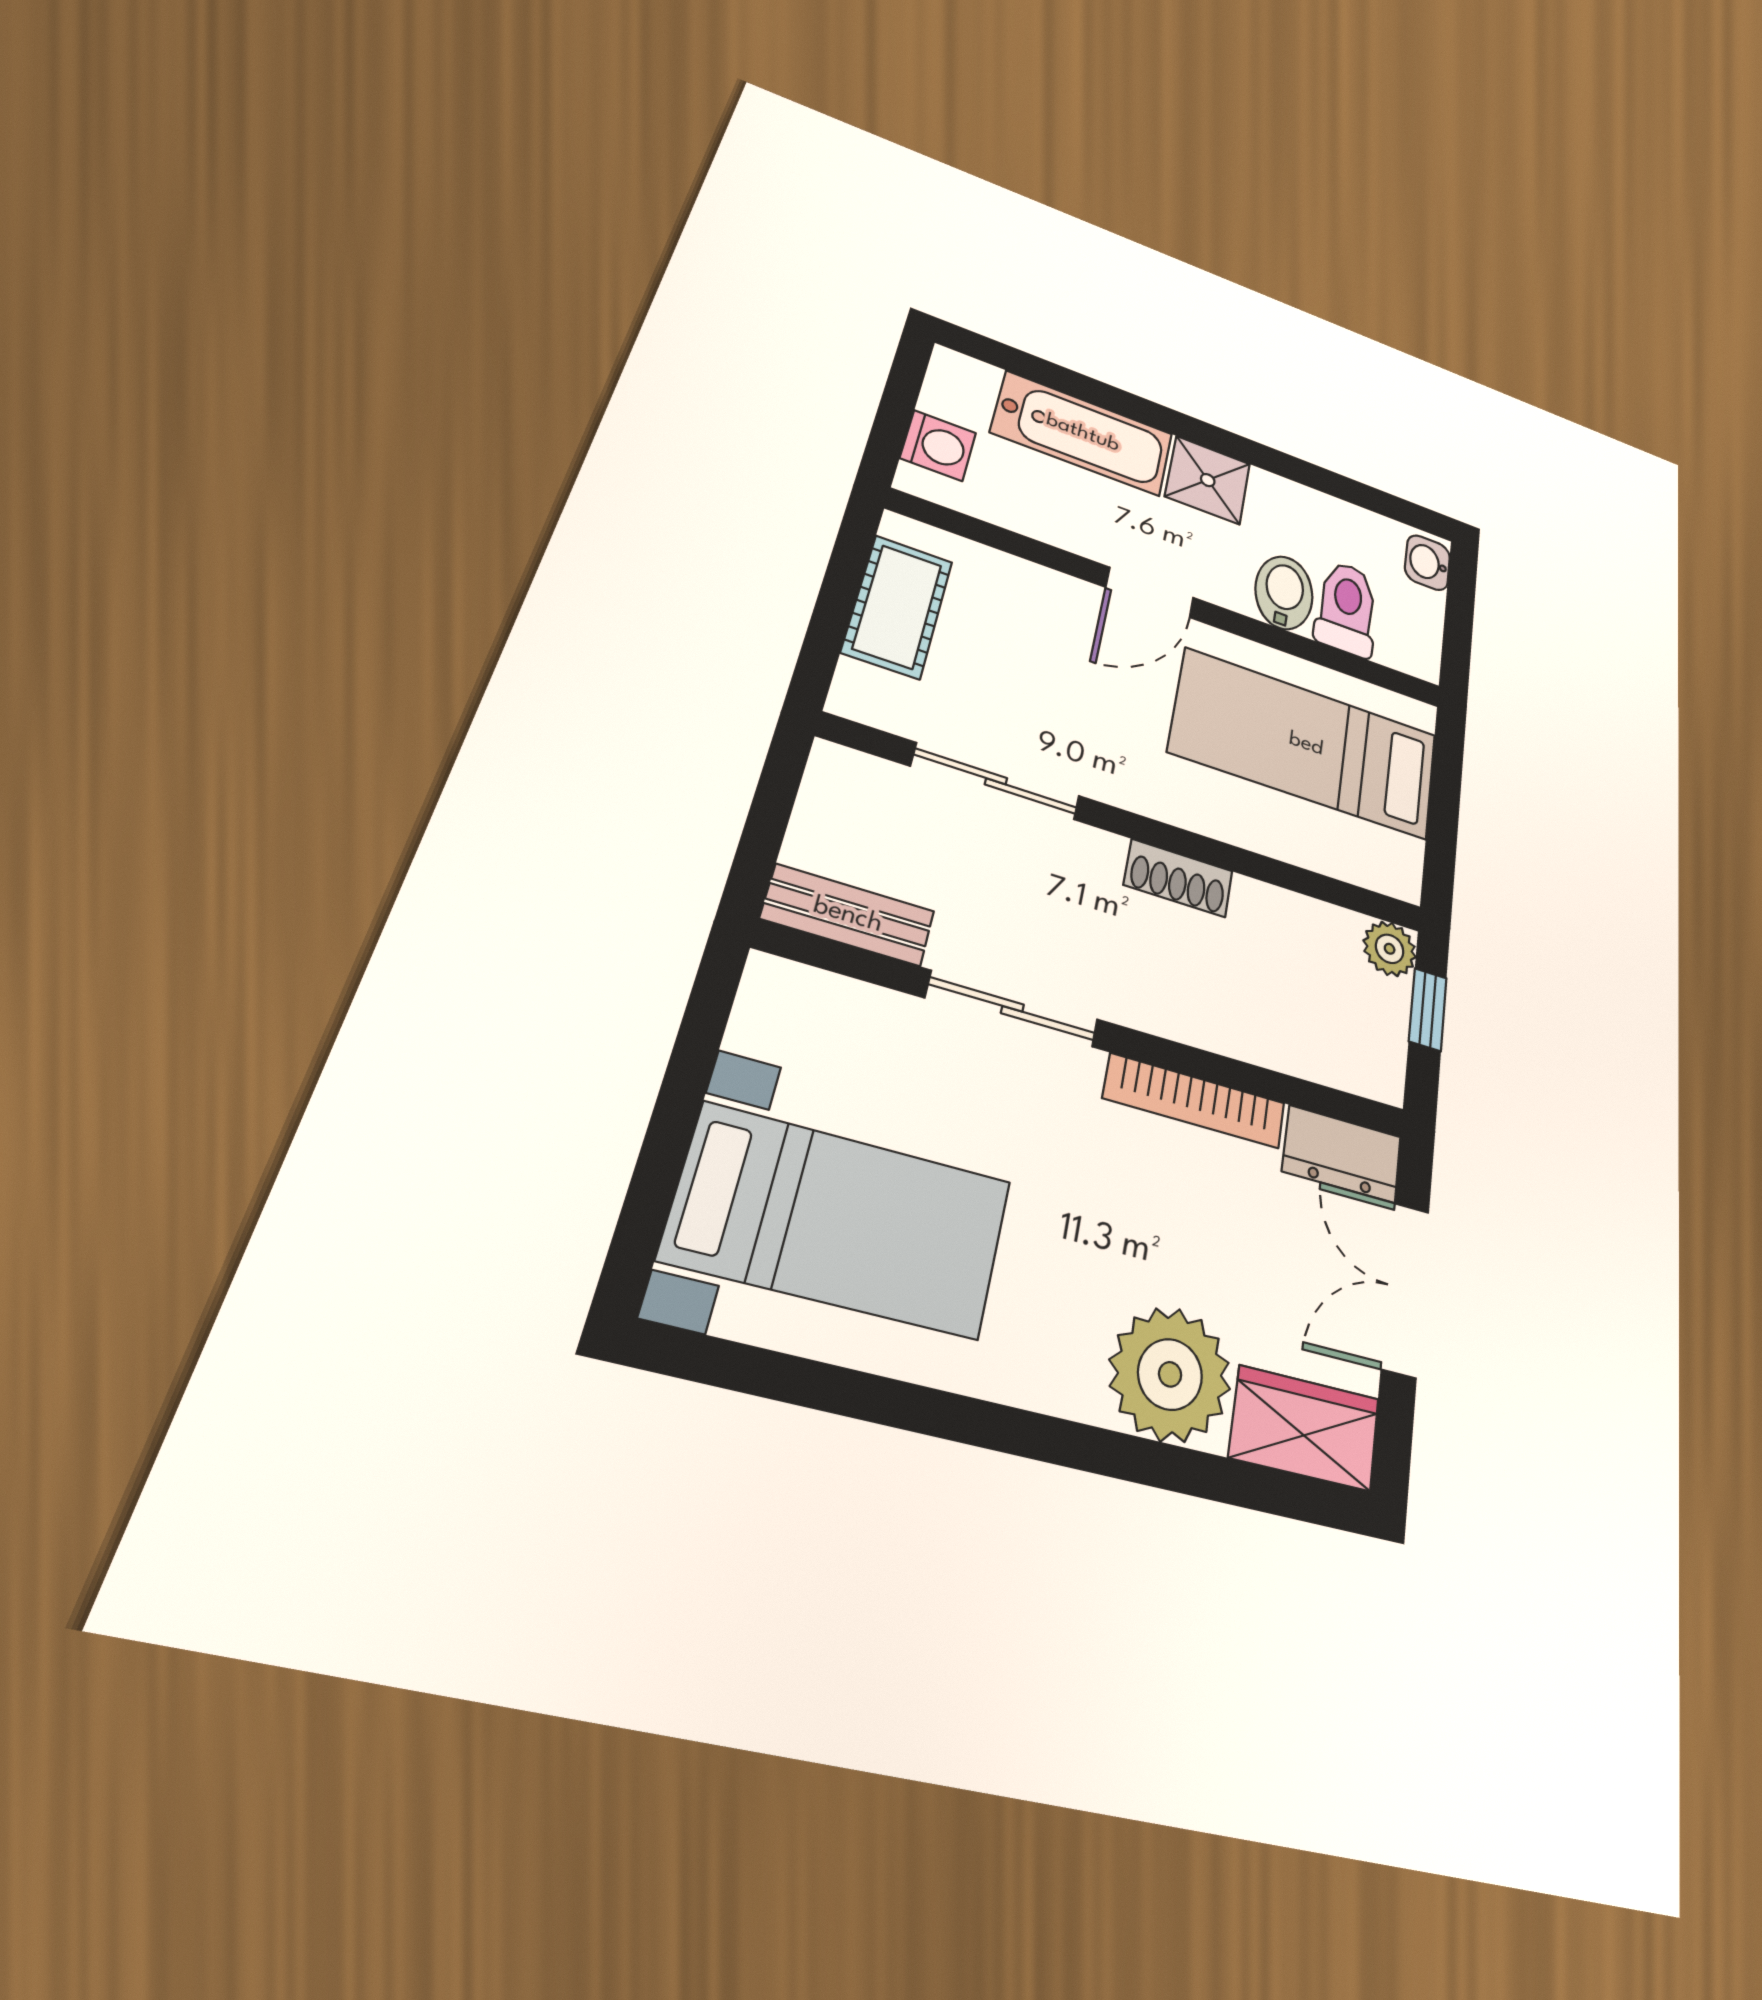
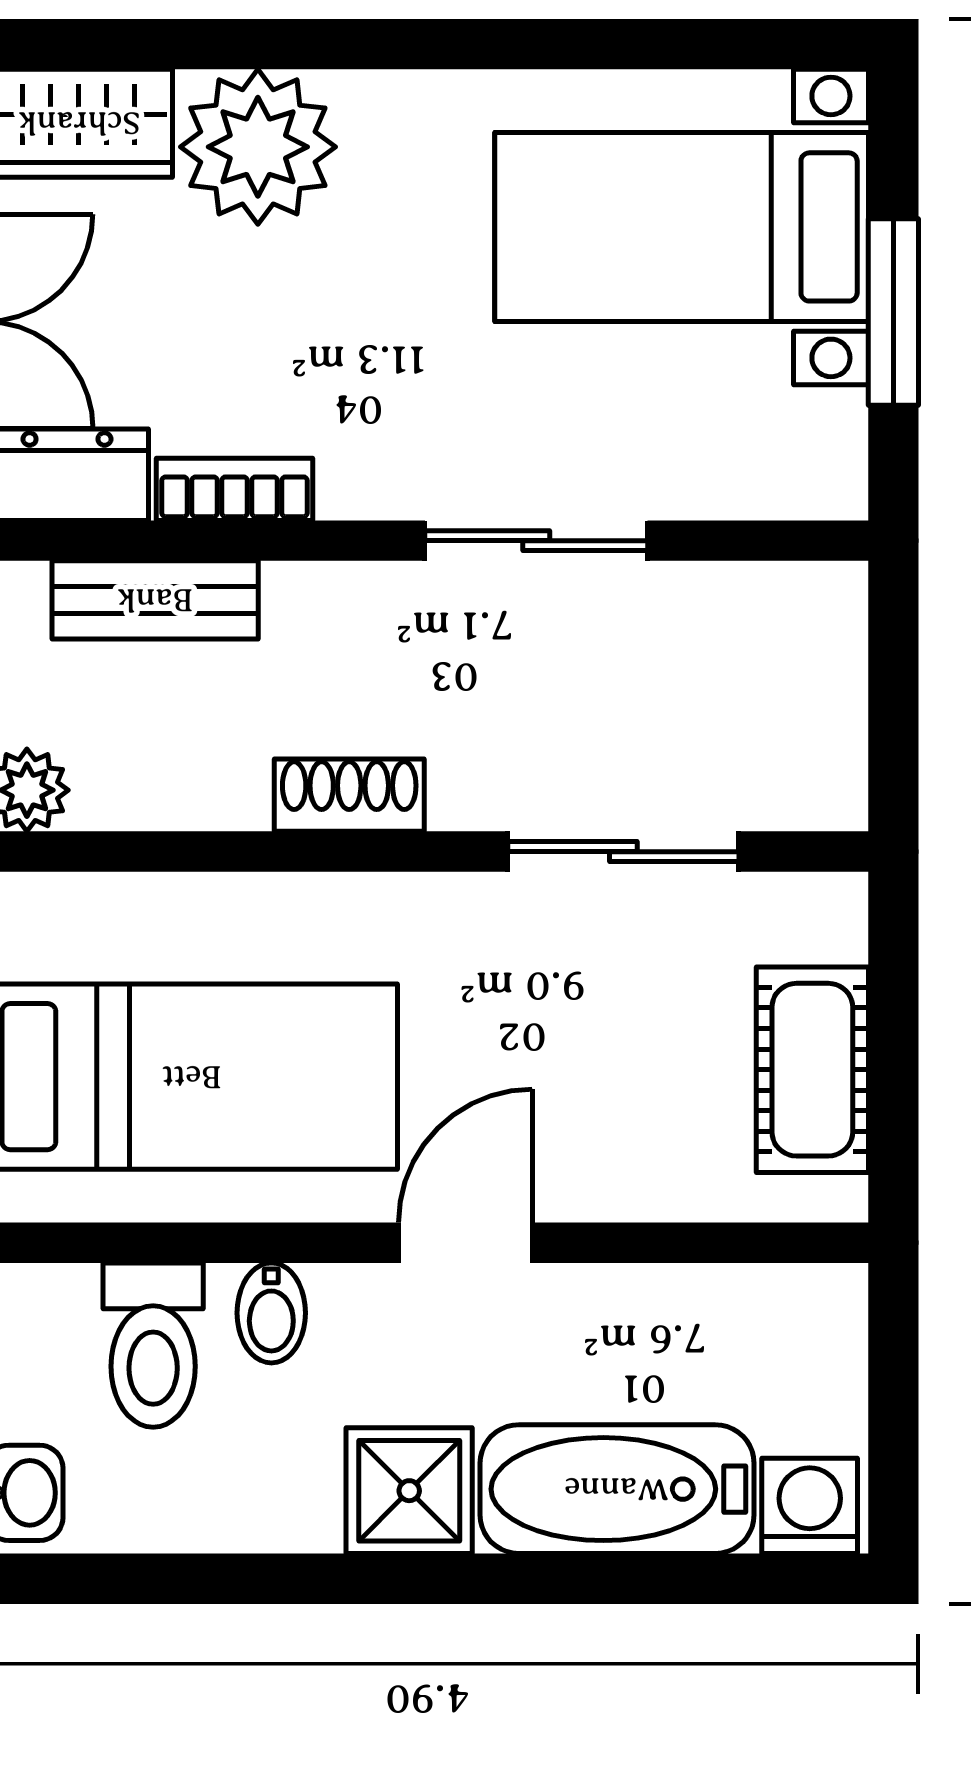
washing machine: (938, 445) -> (810, 1506), moved, turned 90
bidet: (1284, 593) -> (271, 1313), width x0.72, depth x0.74
bench: (848, 915) -> (155, 600), moved
bookcase: (1195, 1101) -> (235, 489), width x0.64
window: (679, 1103) -> (893, 312), added

